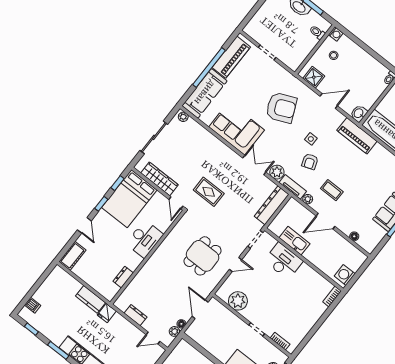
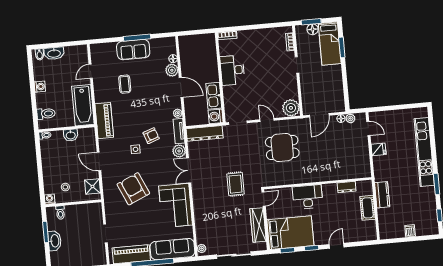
washbasin: (359, 113) -> (71, 135), moved
coffee table: (332, 190) -> (125, 84), moved
plant: (346, 227) -> (172, 70), added
cot: (72, 256) -> (368, 208), moved, turned 90
desk: (283, 261) -> (232, 70), moved
washing machine: (345, 275) -> (216, 116), moved, turned 90
plant: (238, 301) -> (291, 108), moved
dishwasher: (33, 305) -> (410, 231), moved
fridge: (107, 313) -> (379, 149), moved
dresser: (135, 315) -> (364, 155), removed

